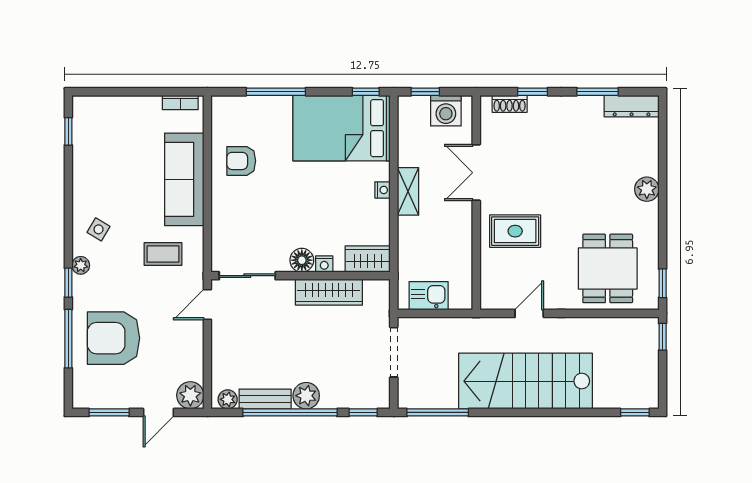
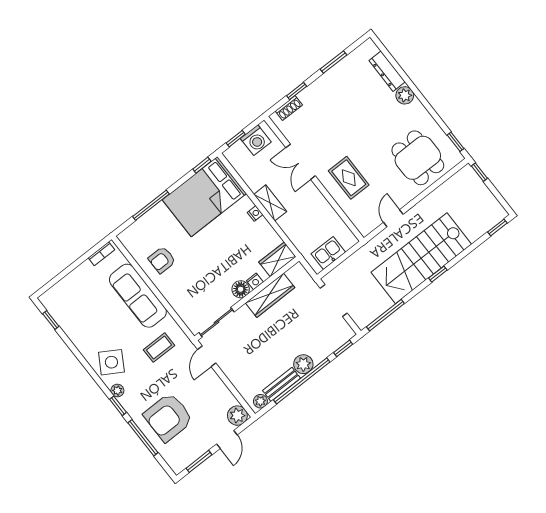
dresser: (632, 106) -> (387, 71), moved, turned 90
side table: (98, 229) -> (111, 362), width x1.87, depth x1.87
rug: (515, 231) -> (349, 178), turned 90
window: (530, 412) -> (438, 274), added

